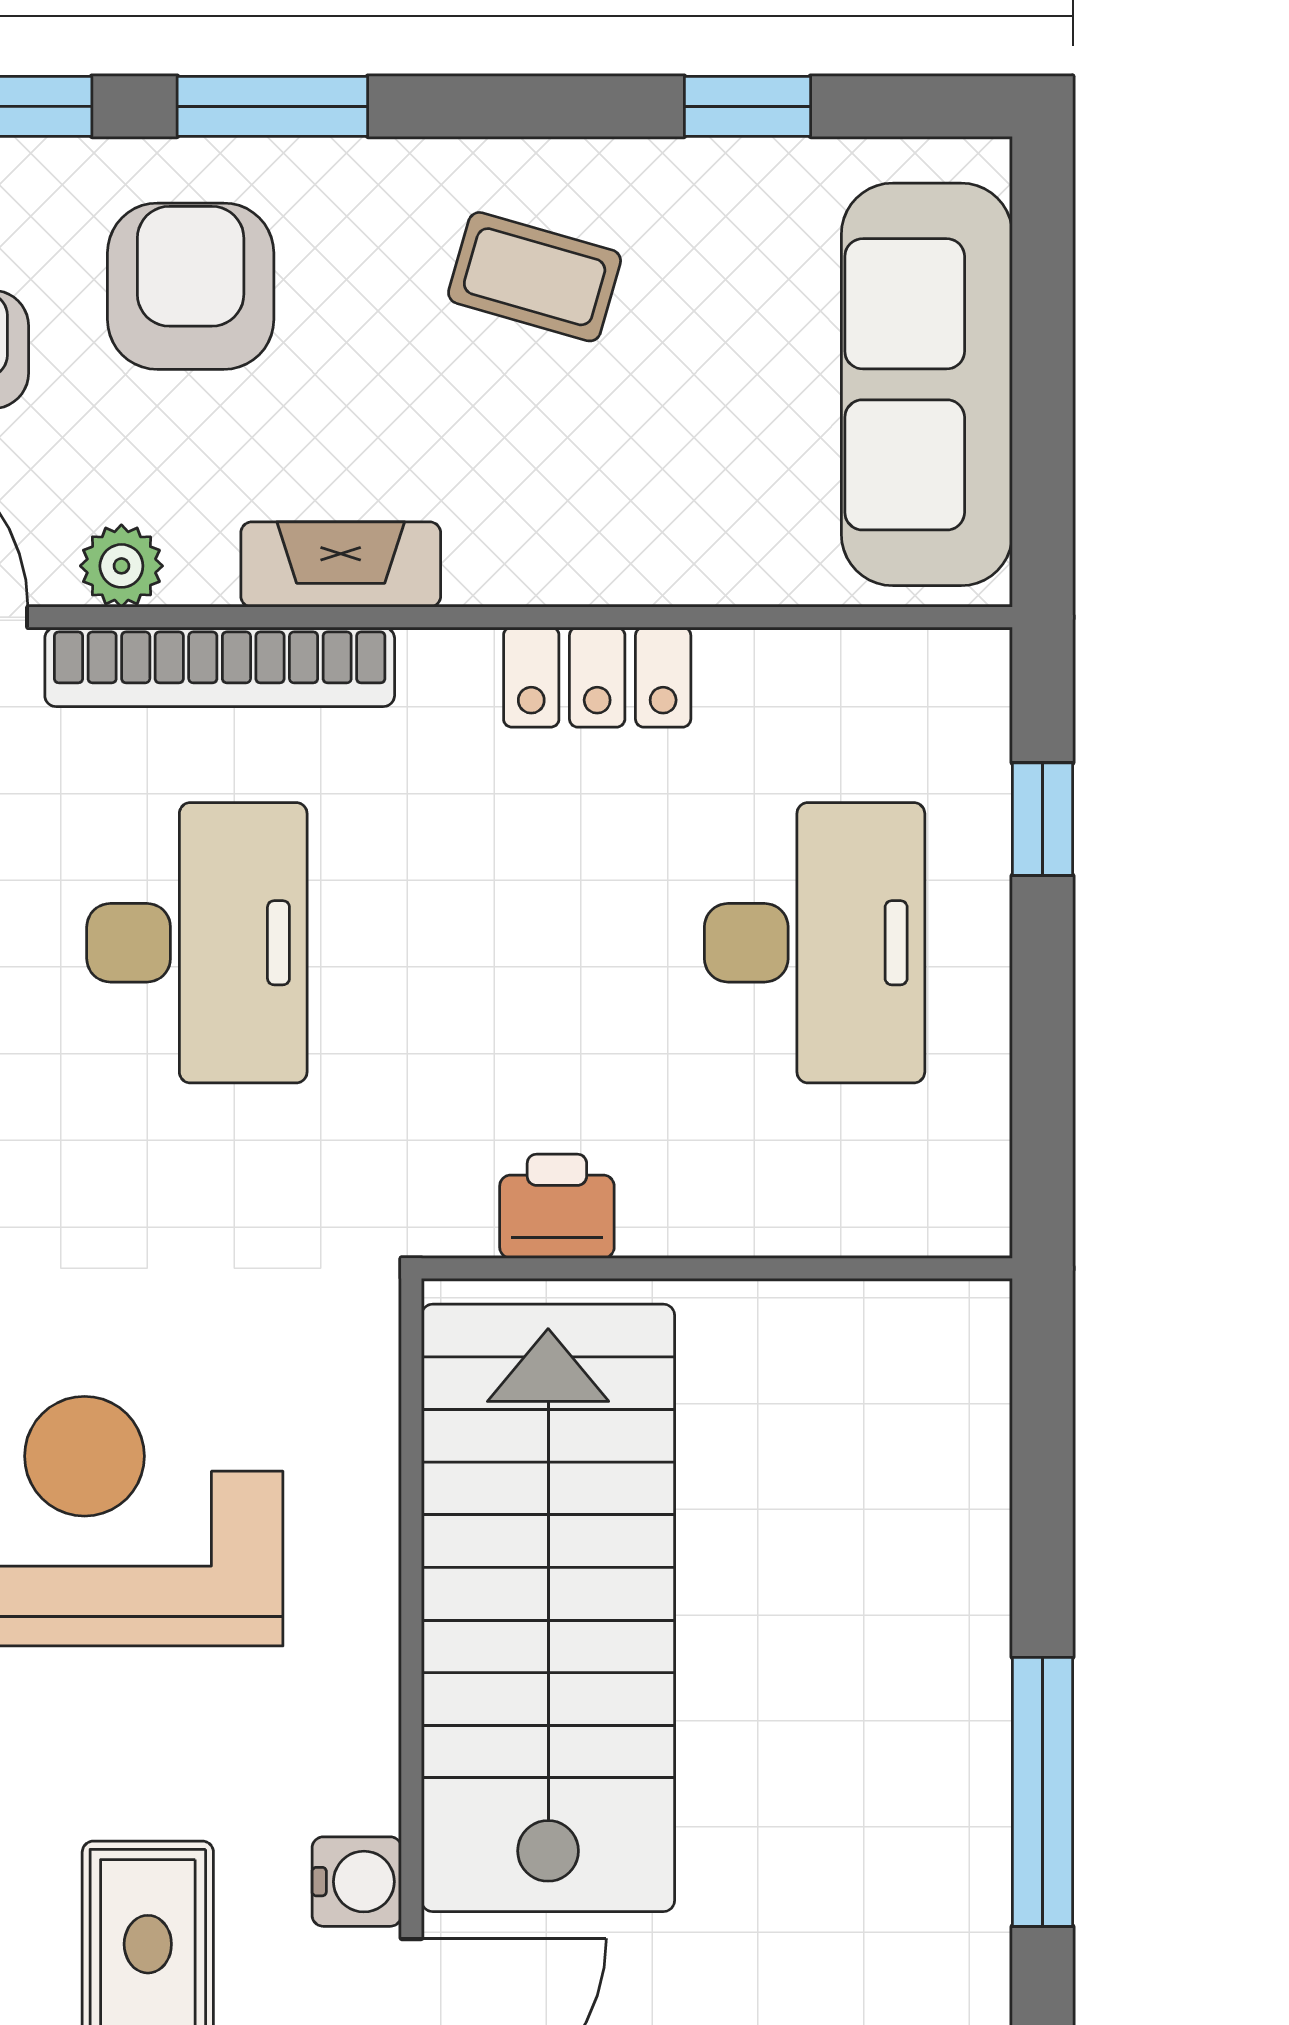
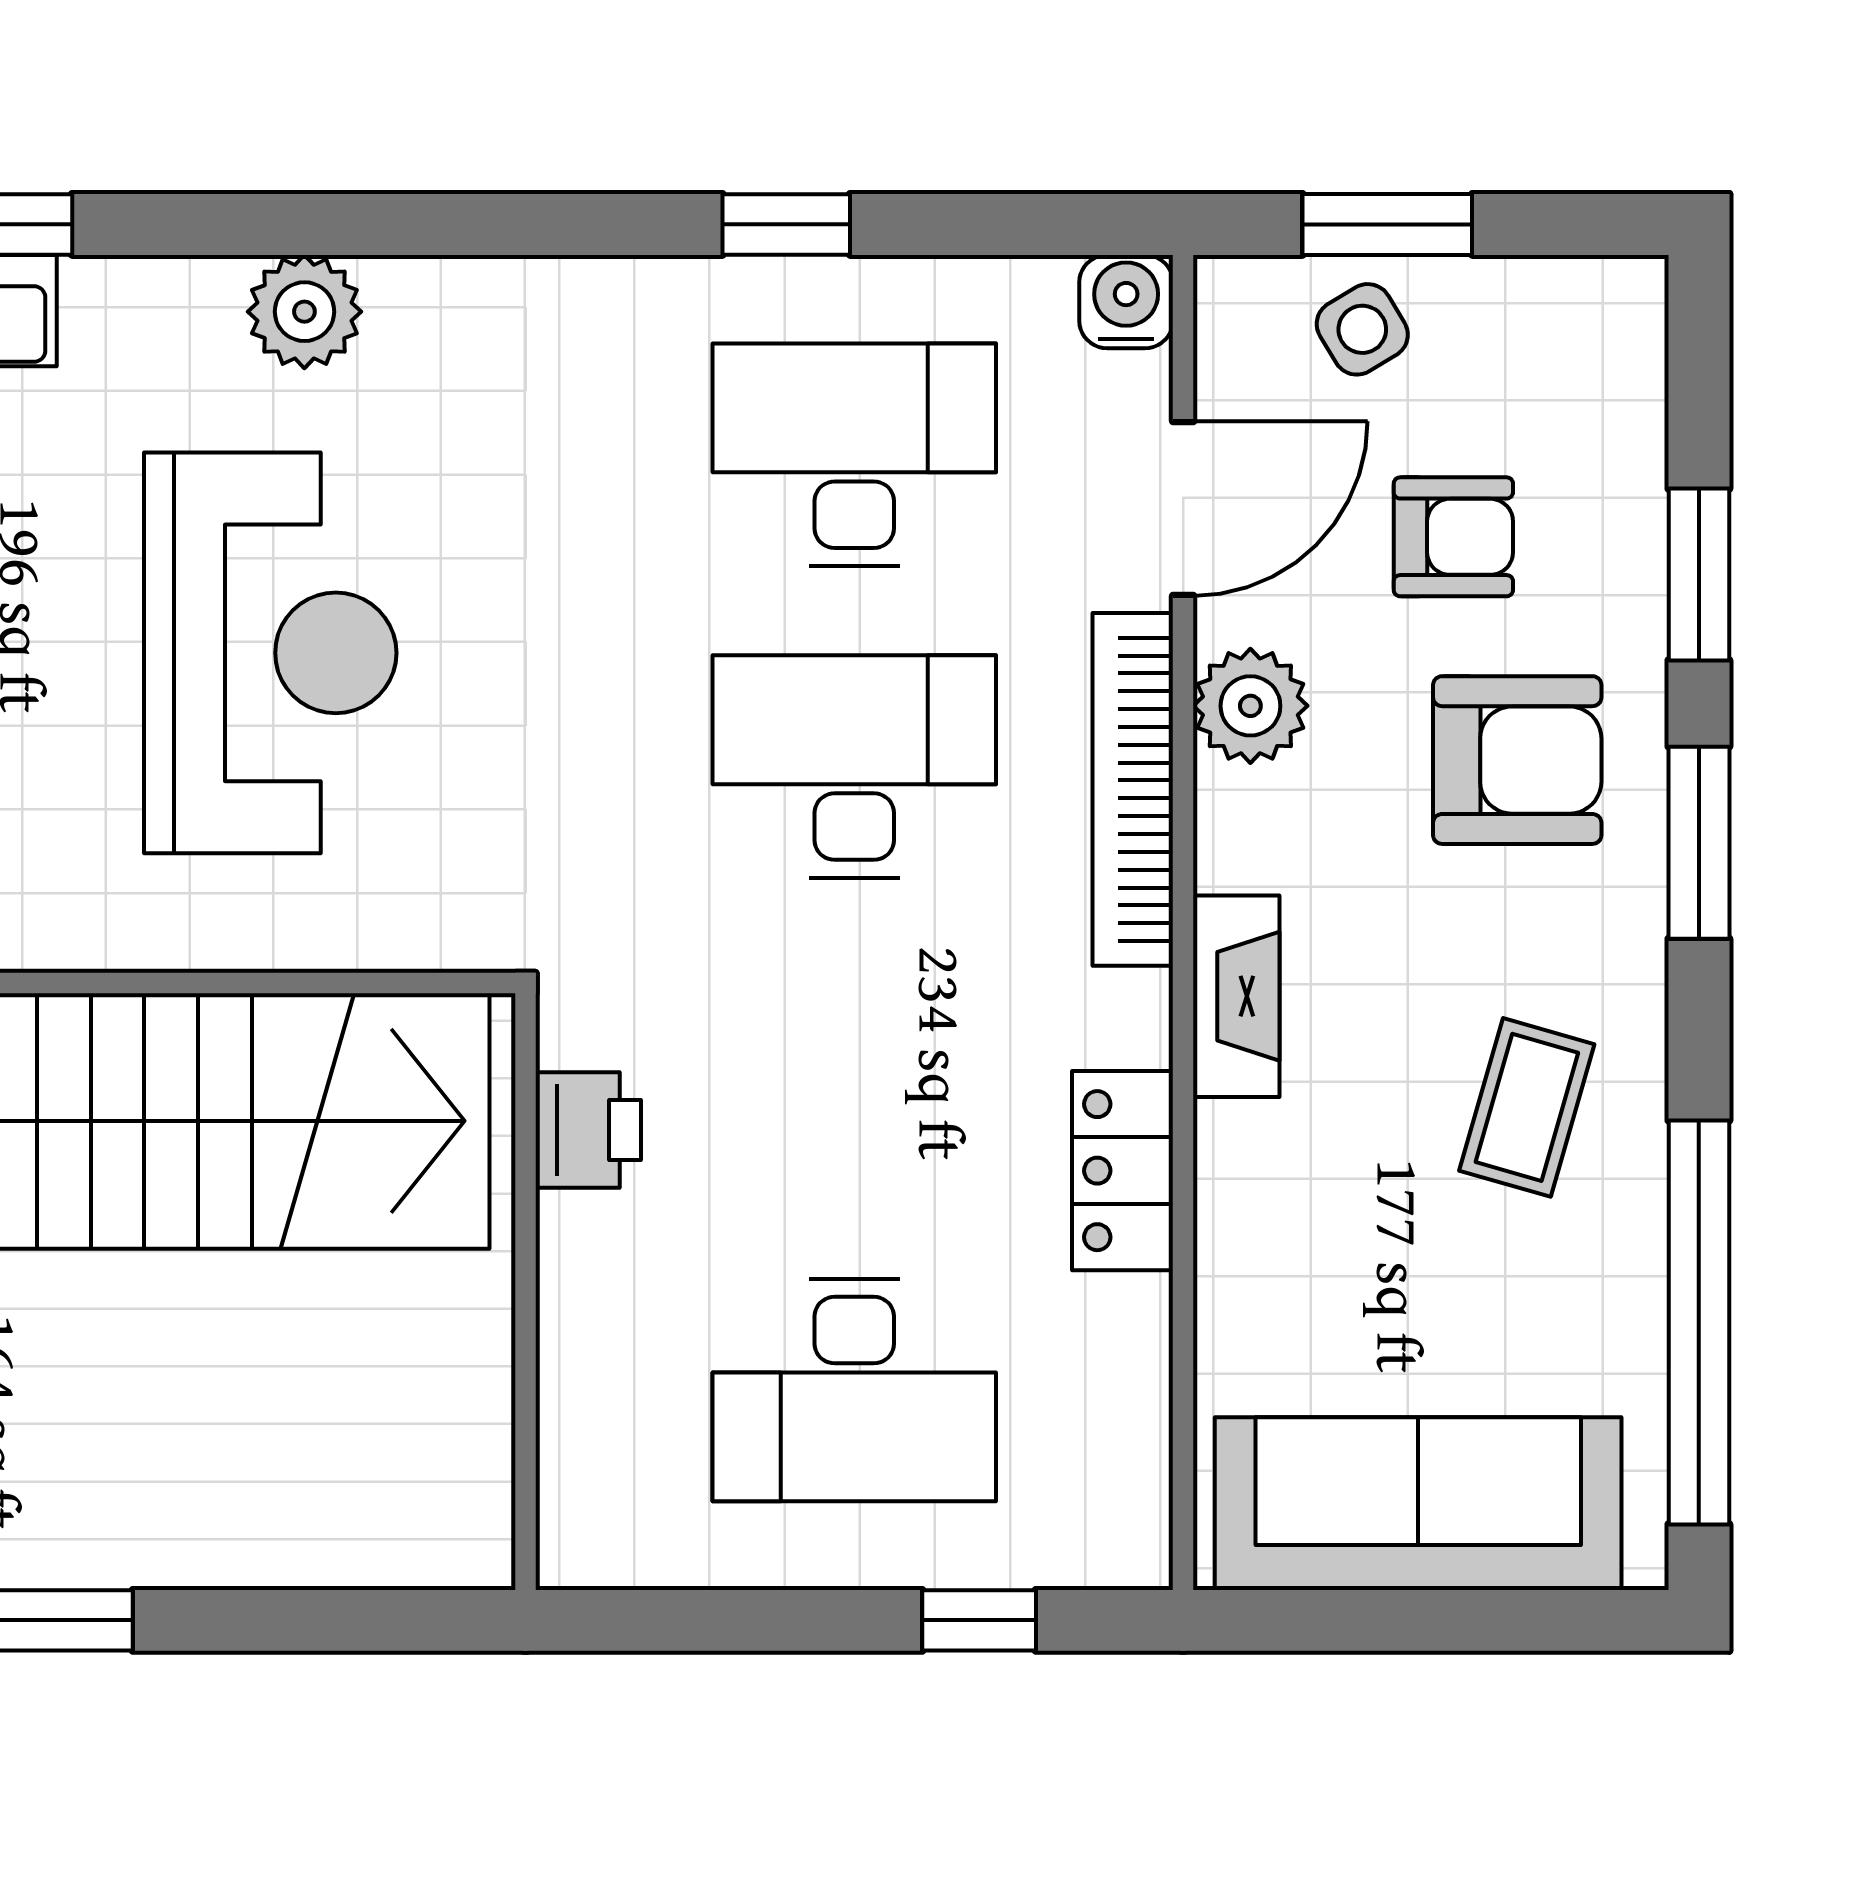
window: (747, 106) -> (1699, 1322), width x3.17
fireplace: (341, 564) -> (1236, 996), moved
plant: (121, 566) -> (1250, 706), width x1.38, depth x1.38
desk: (197, 943) -> (854, 766), turned 180

